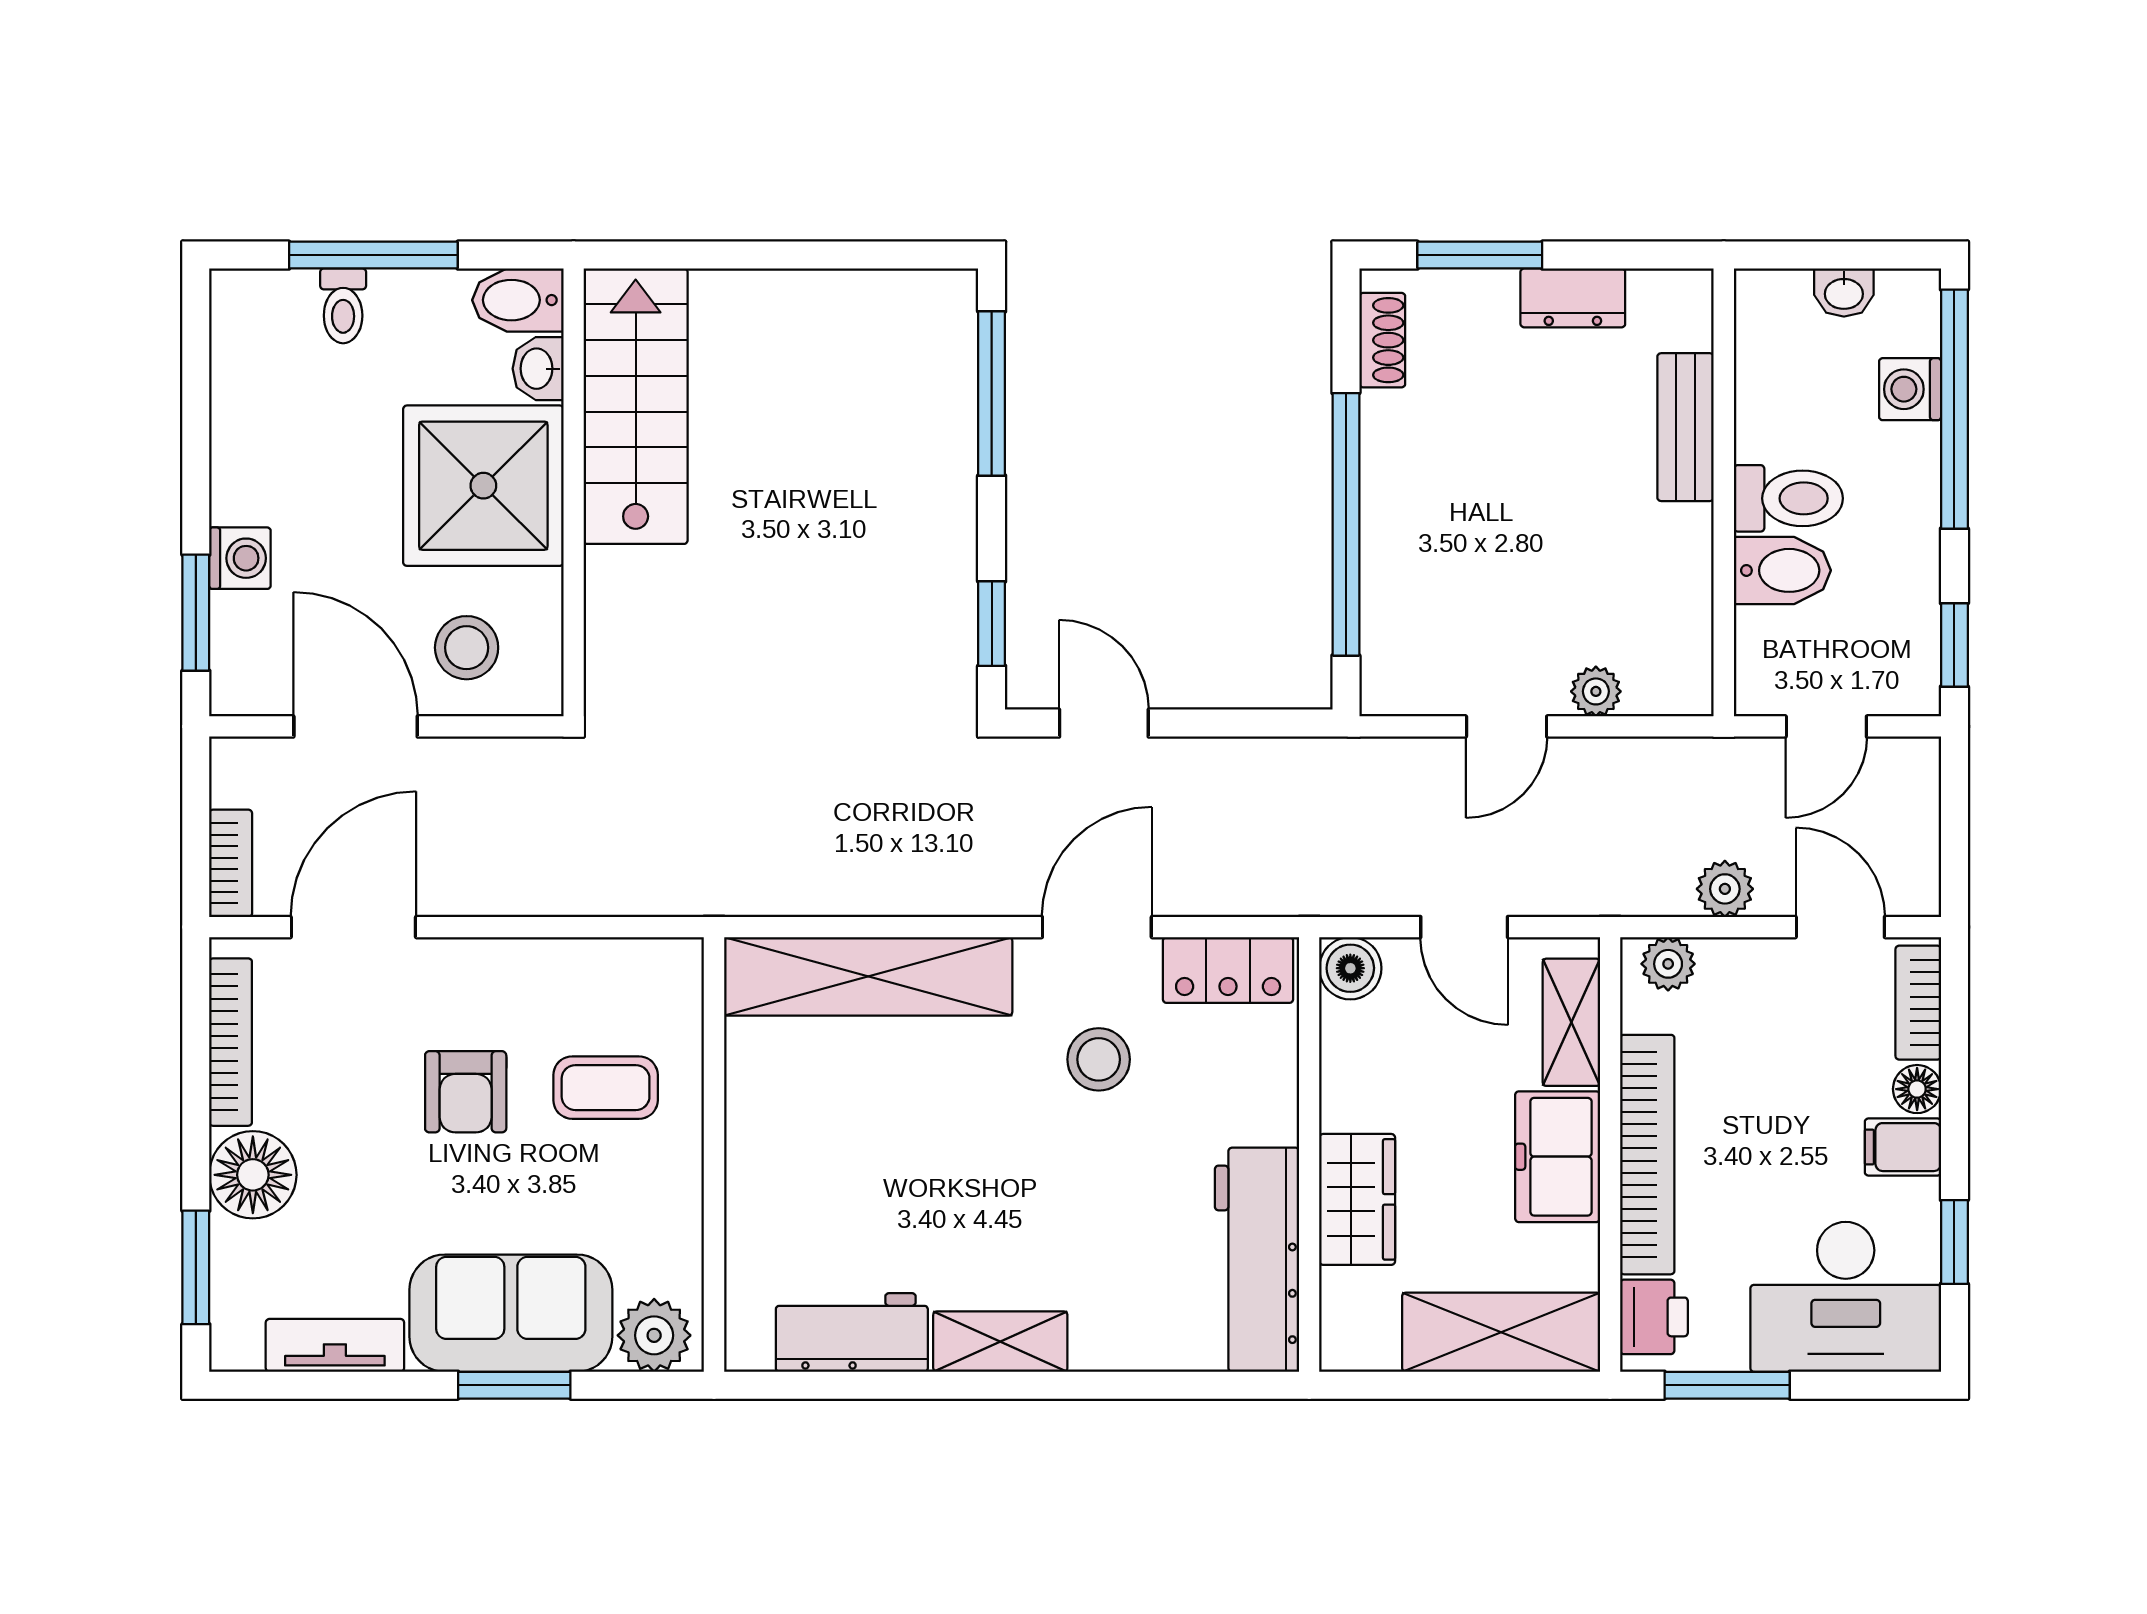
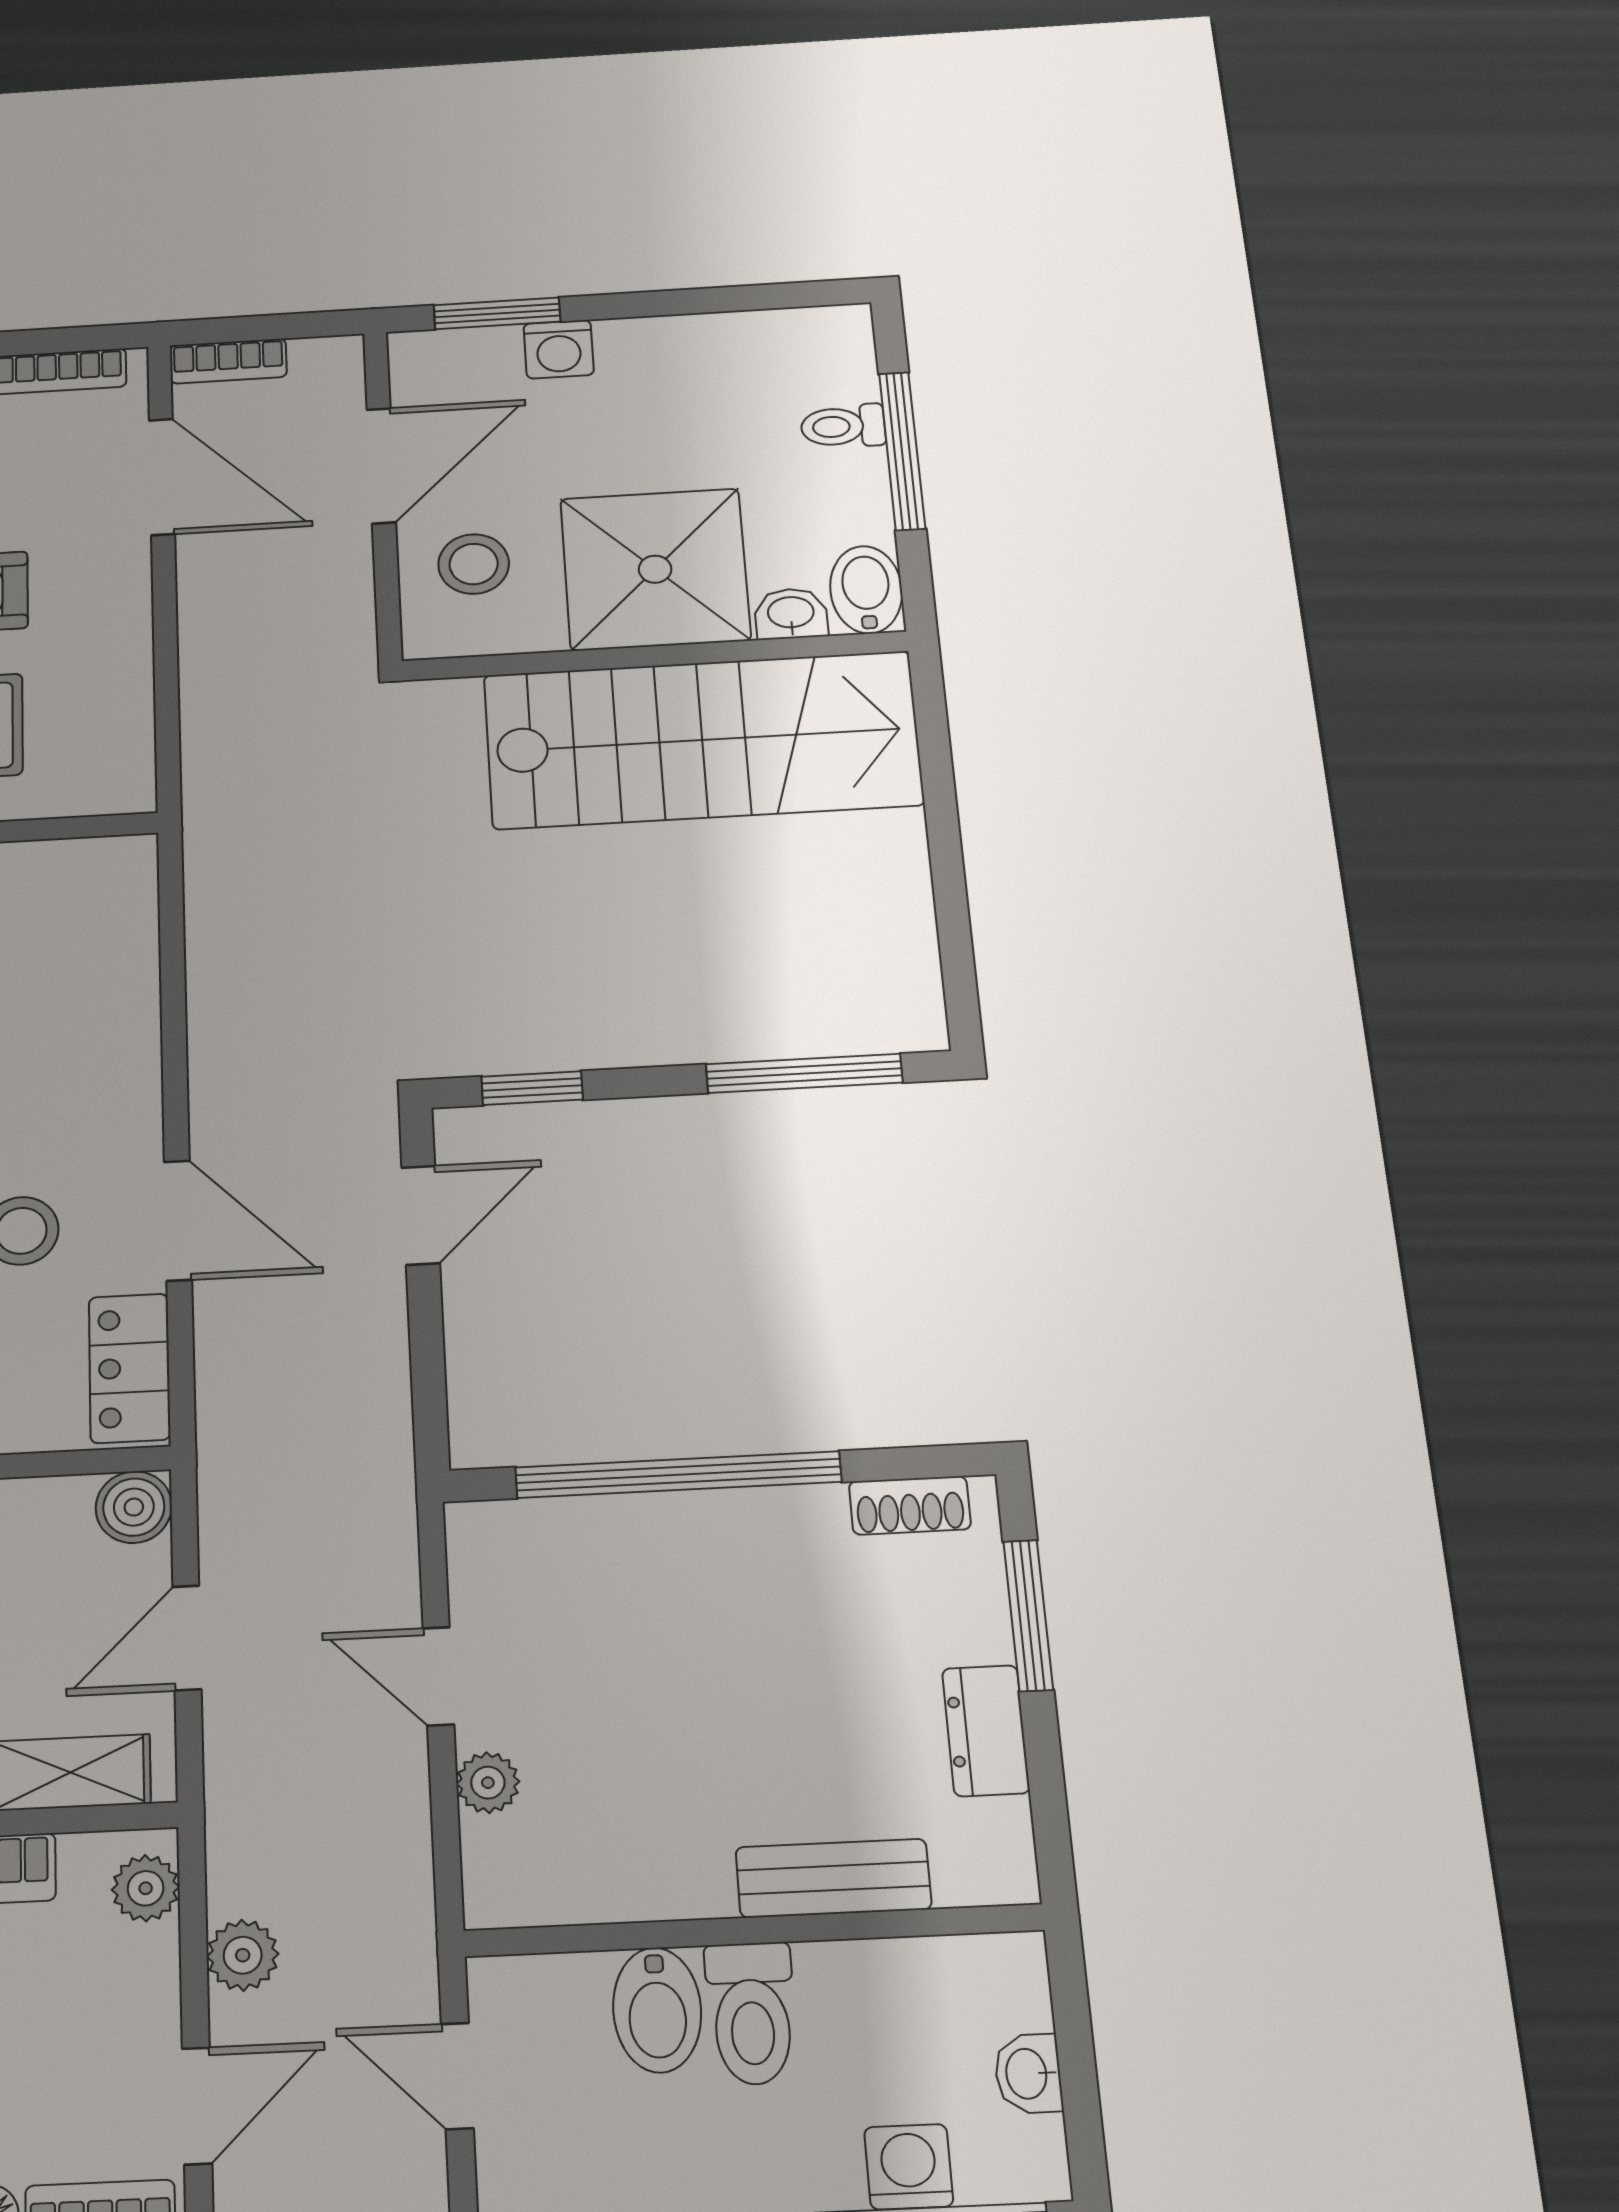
stairs: (636, 406) -> (702, 740), width x1.36, depth x1.51
shelving: (868, 976) -> (116, 982), removed

